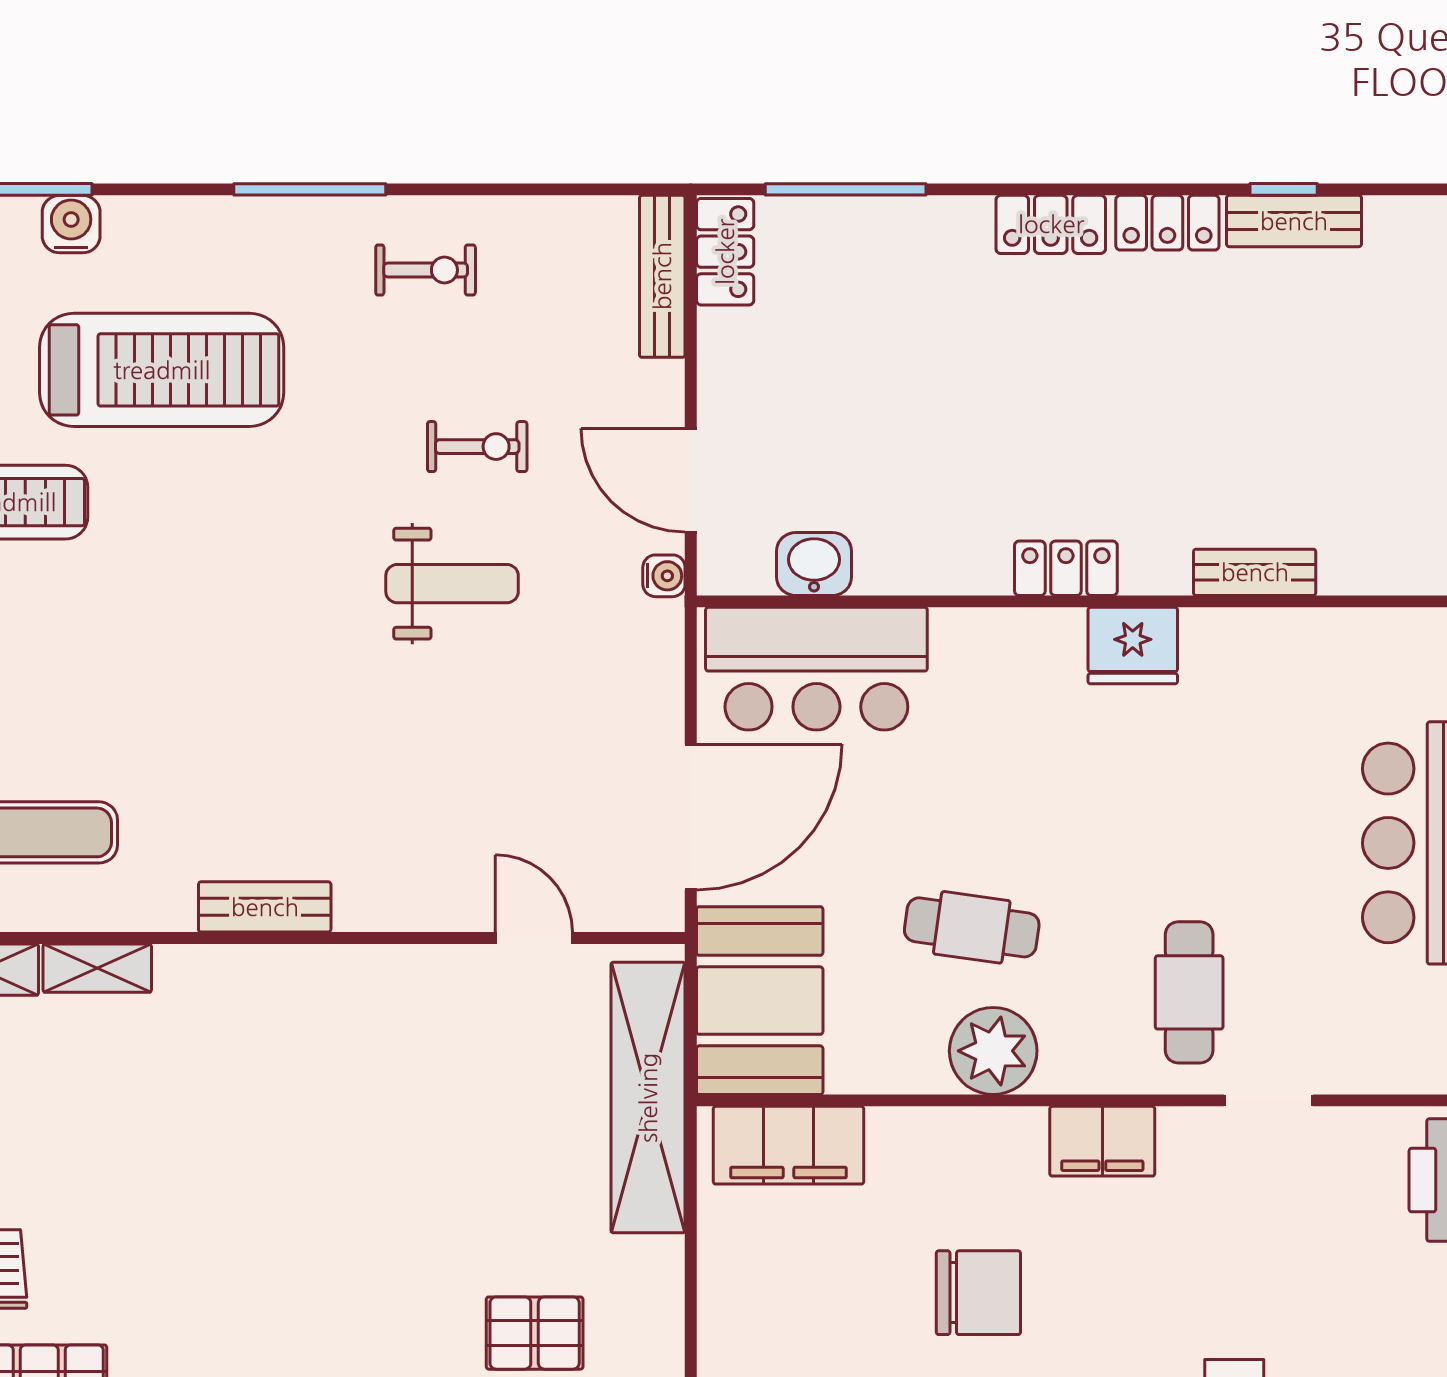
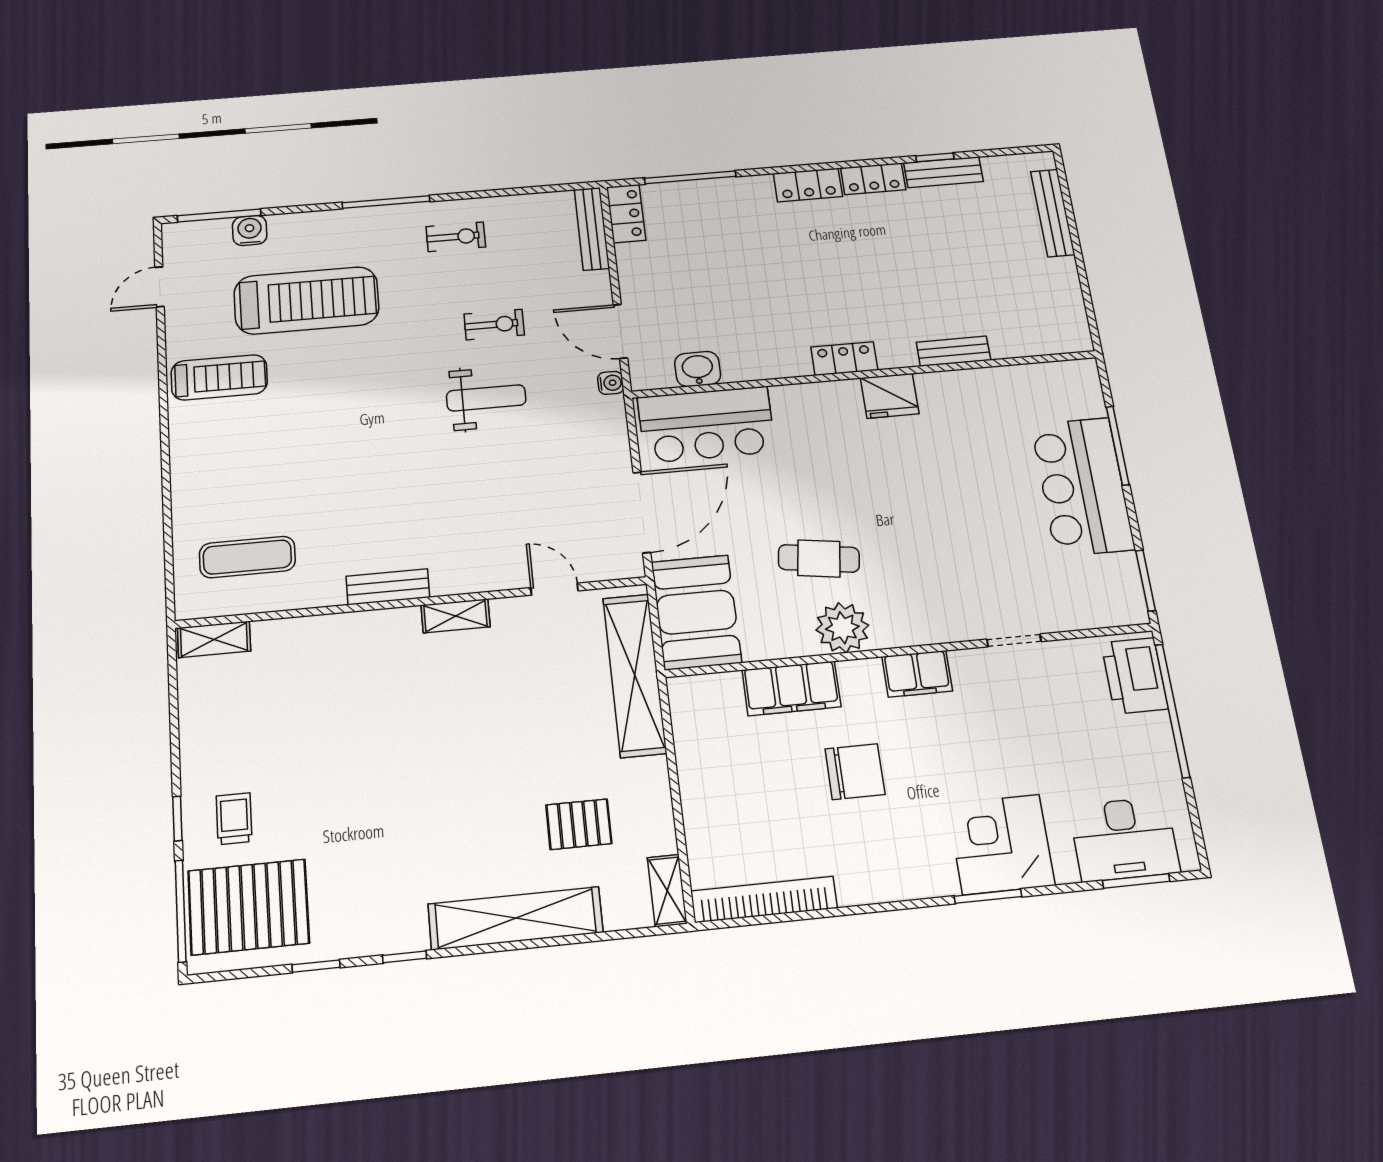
shelving: (97, 968) -> (456, 616), moved
cafe table: (1189, 992) -> (955, 583), removed
filing cabinet: (789, 1145) -> (791, 688), moved

